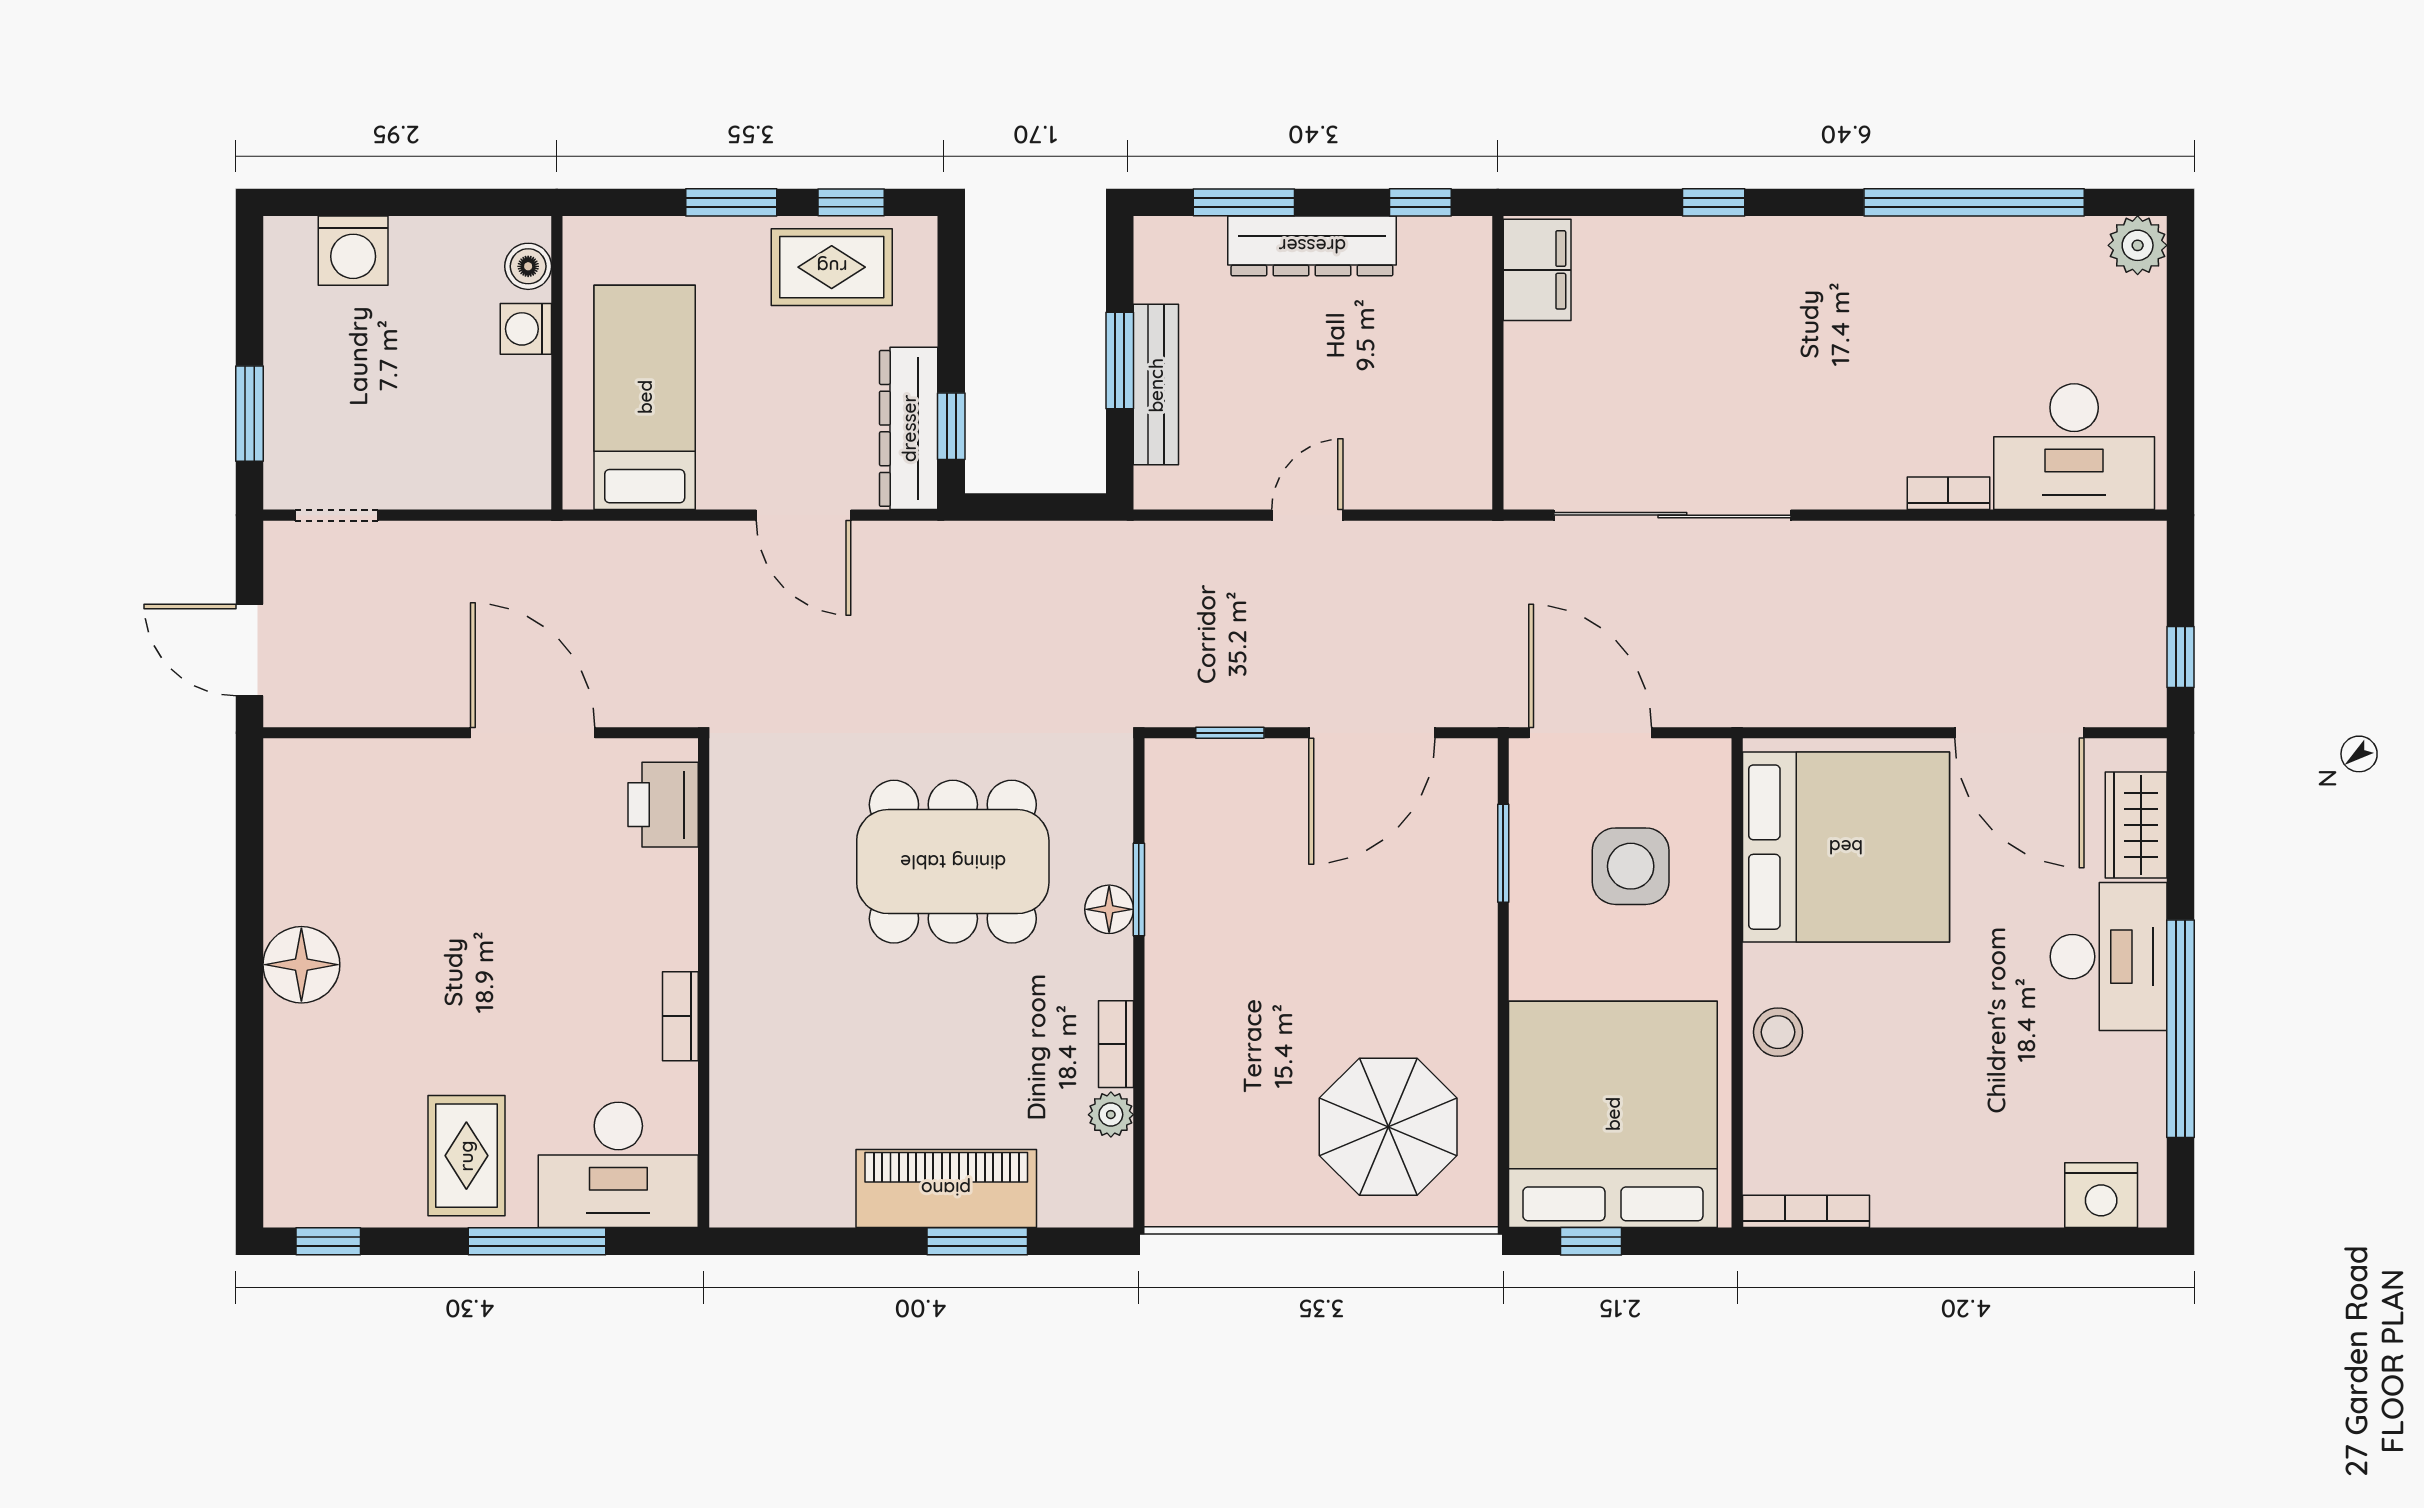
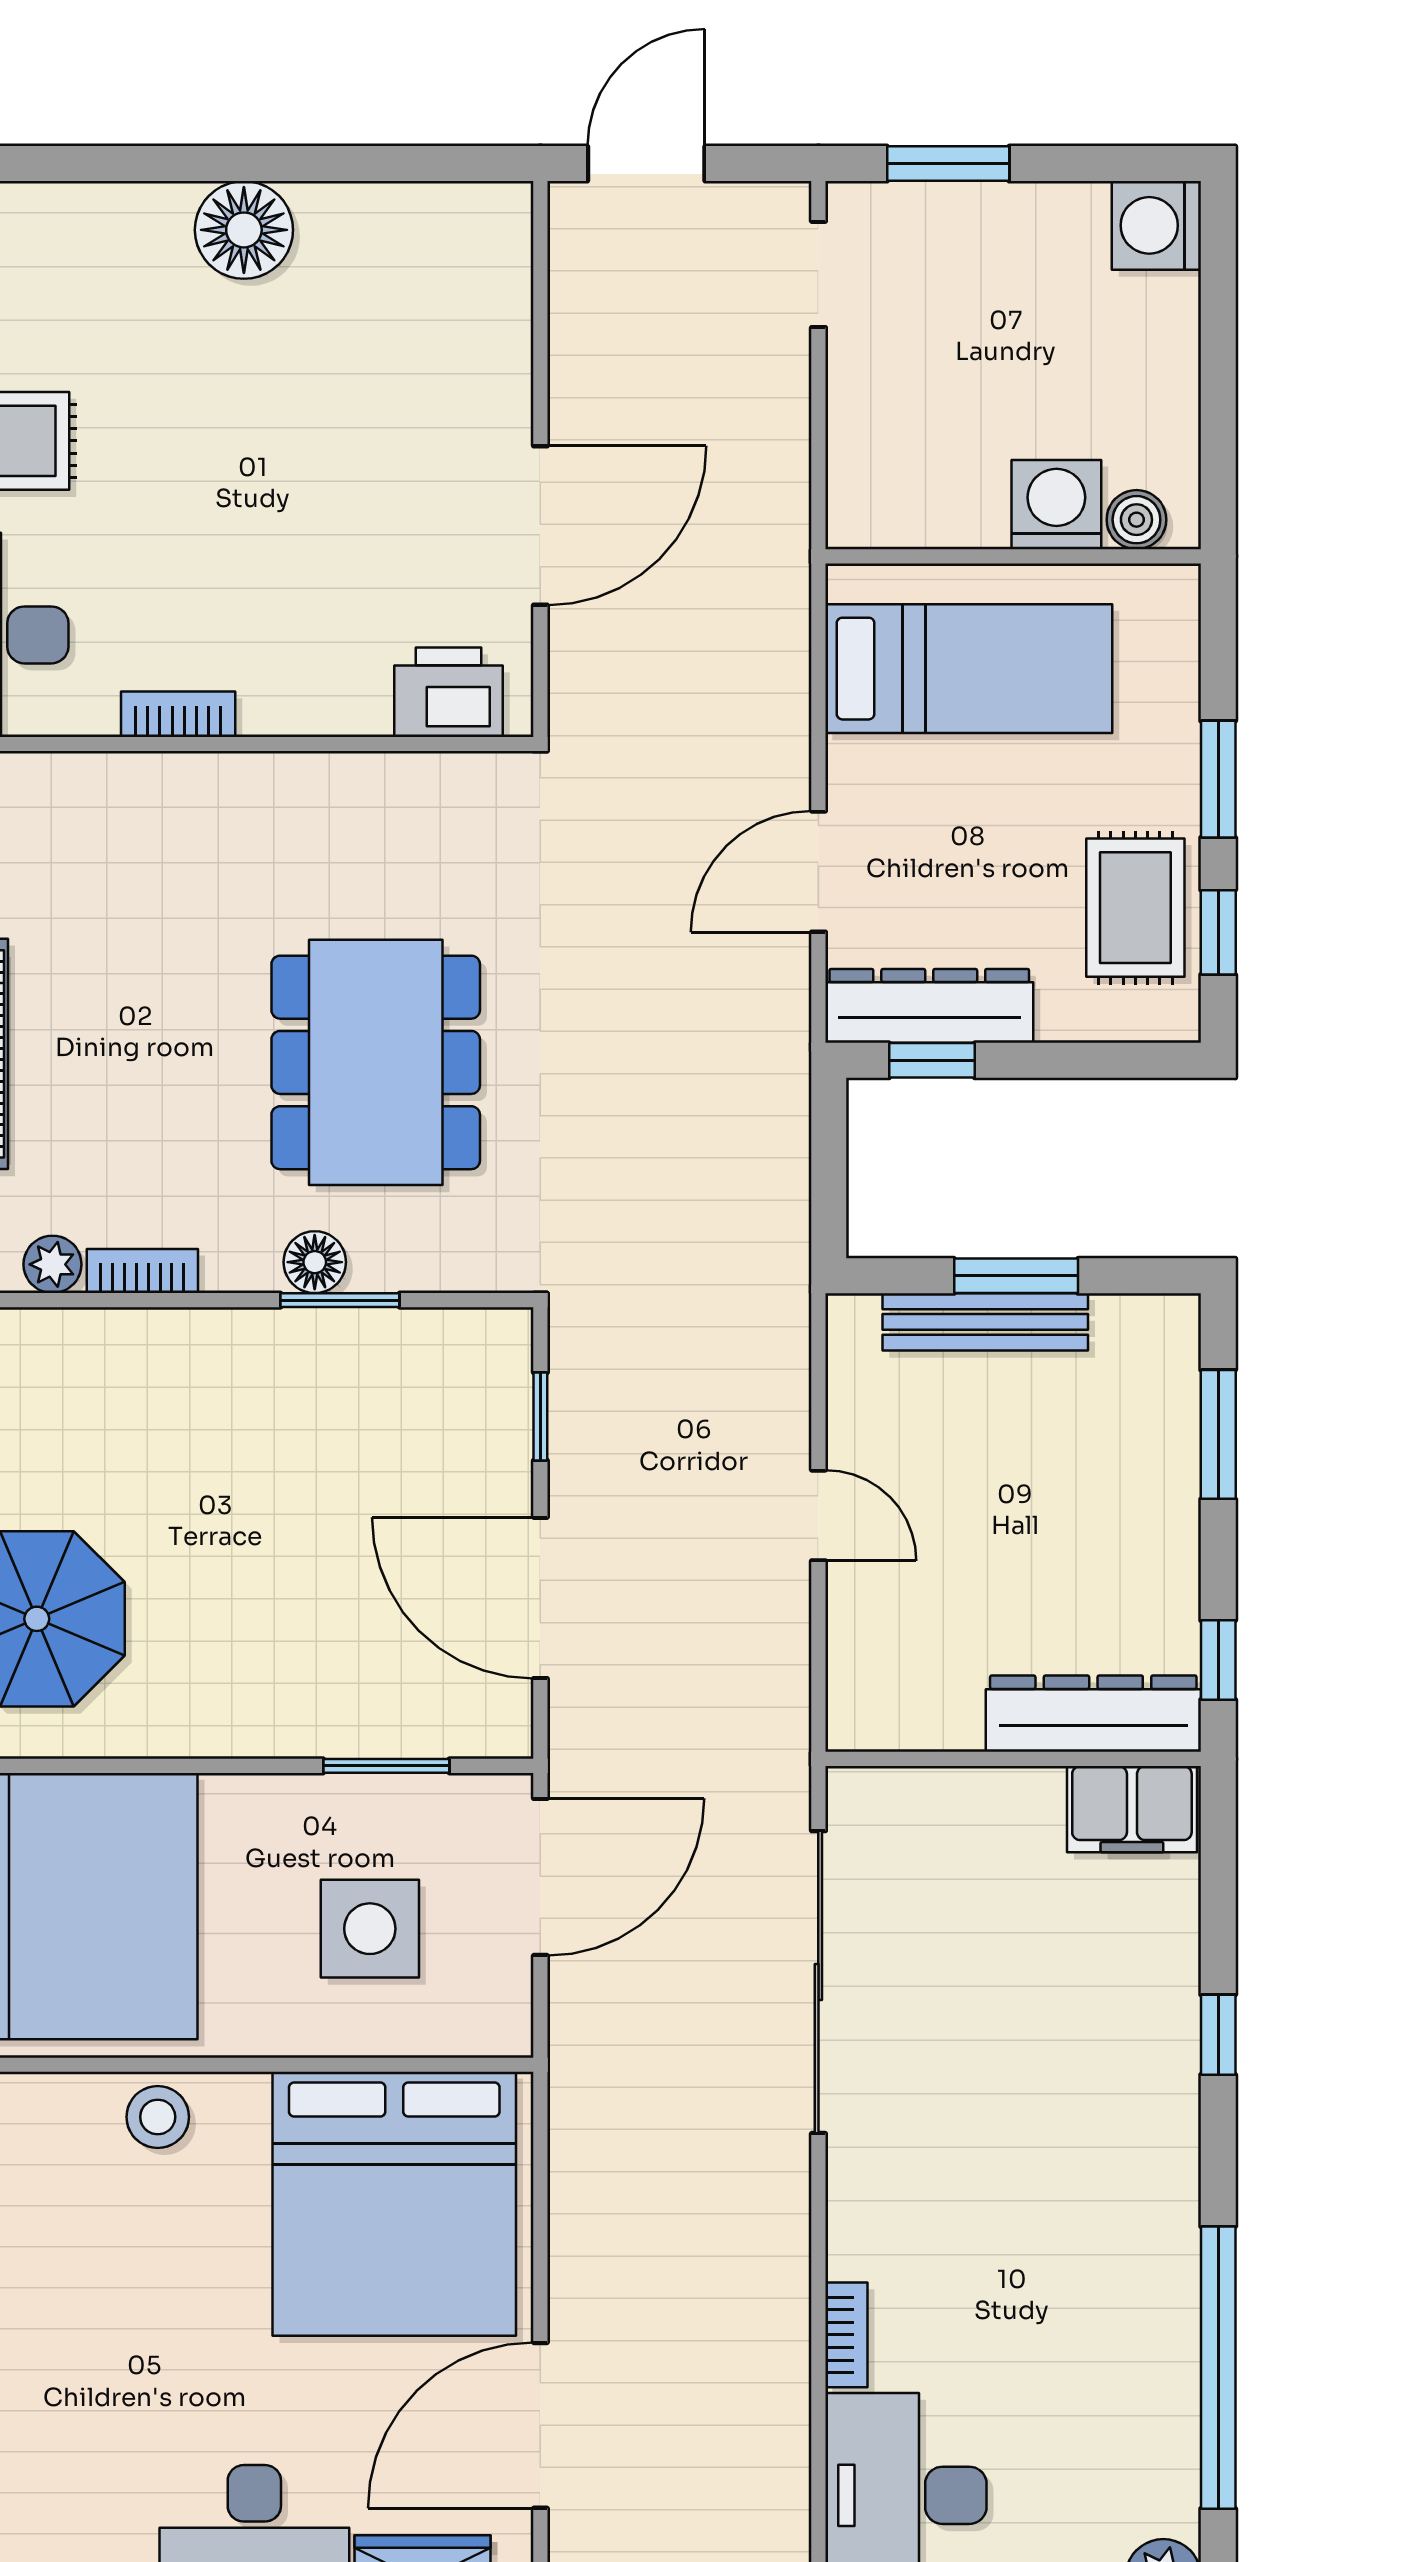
dresser: (1312, 246) -> (1093, 1714), moved, turned 90
washing machine: (353, 251) -> (1156, 225), moved
washing machine: (526, 329) -> (1056, 505), width x1.38, depth x1.38

